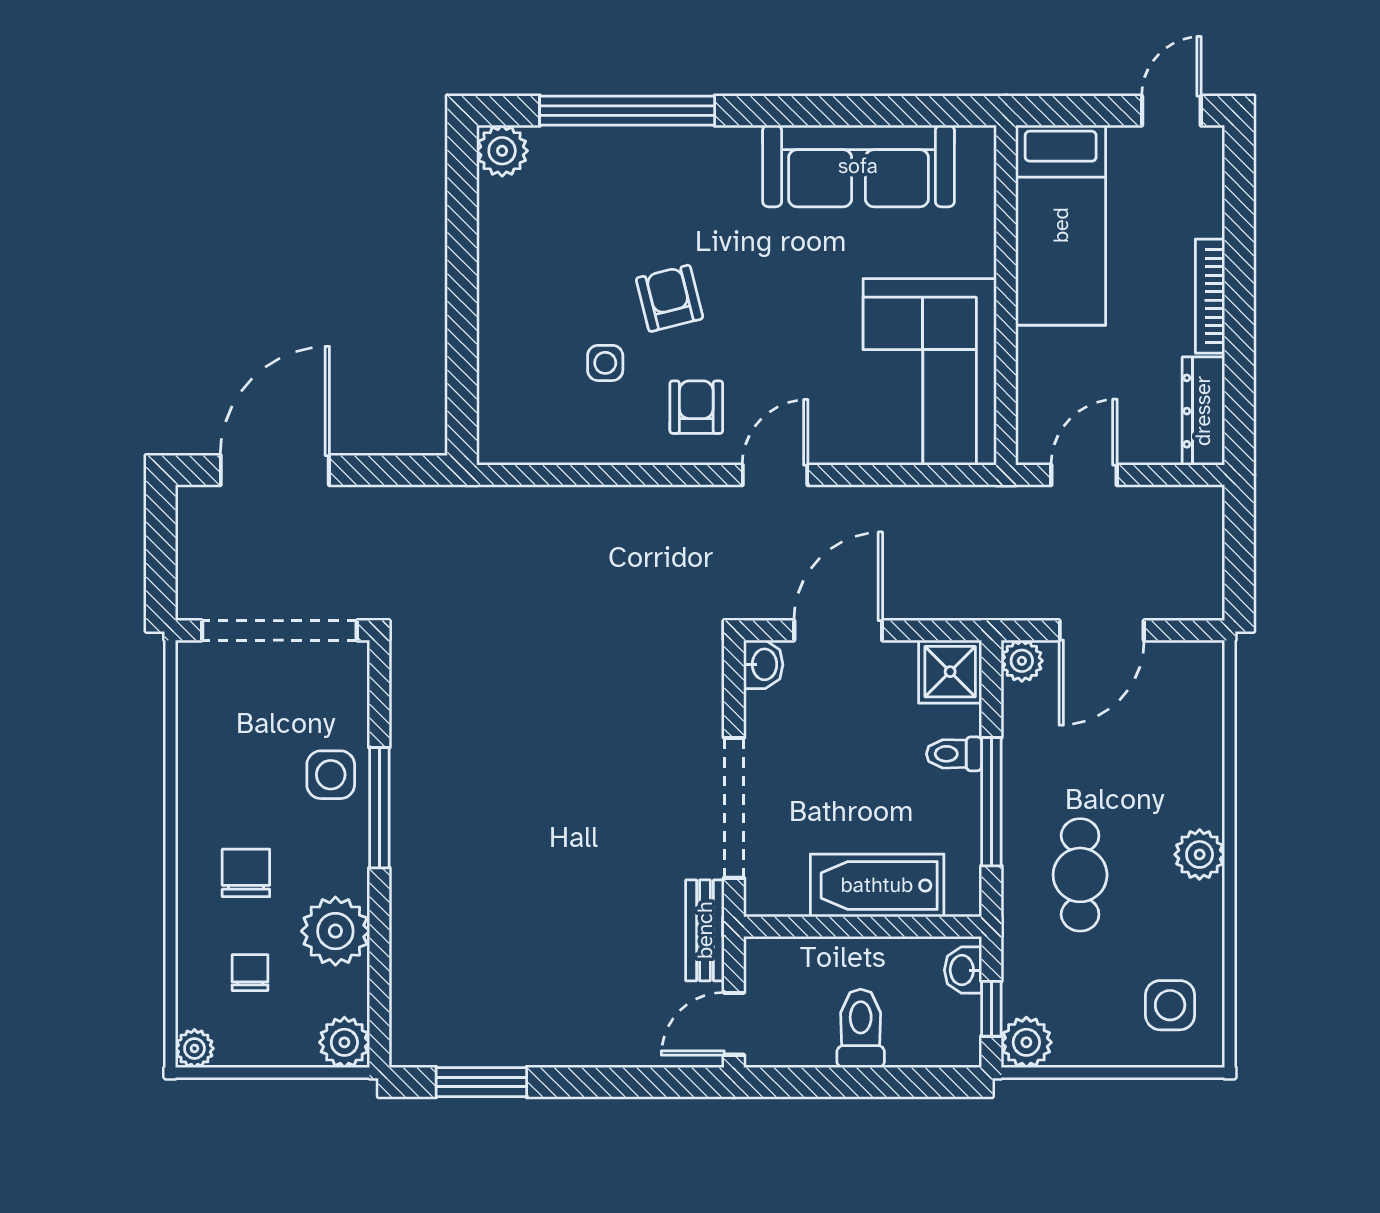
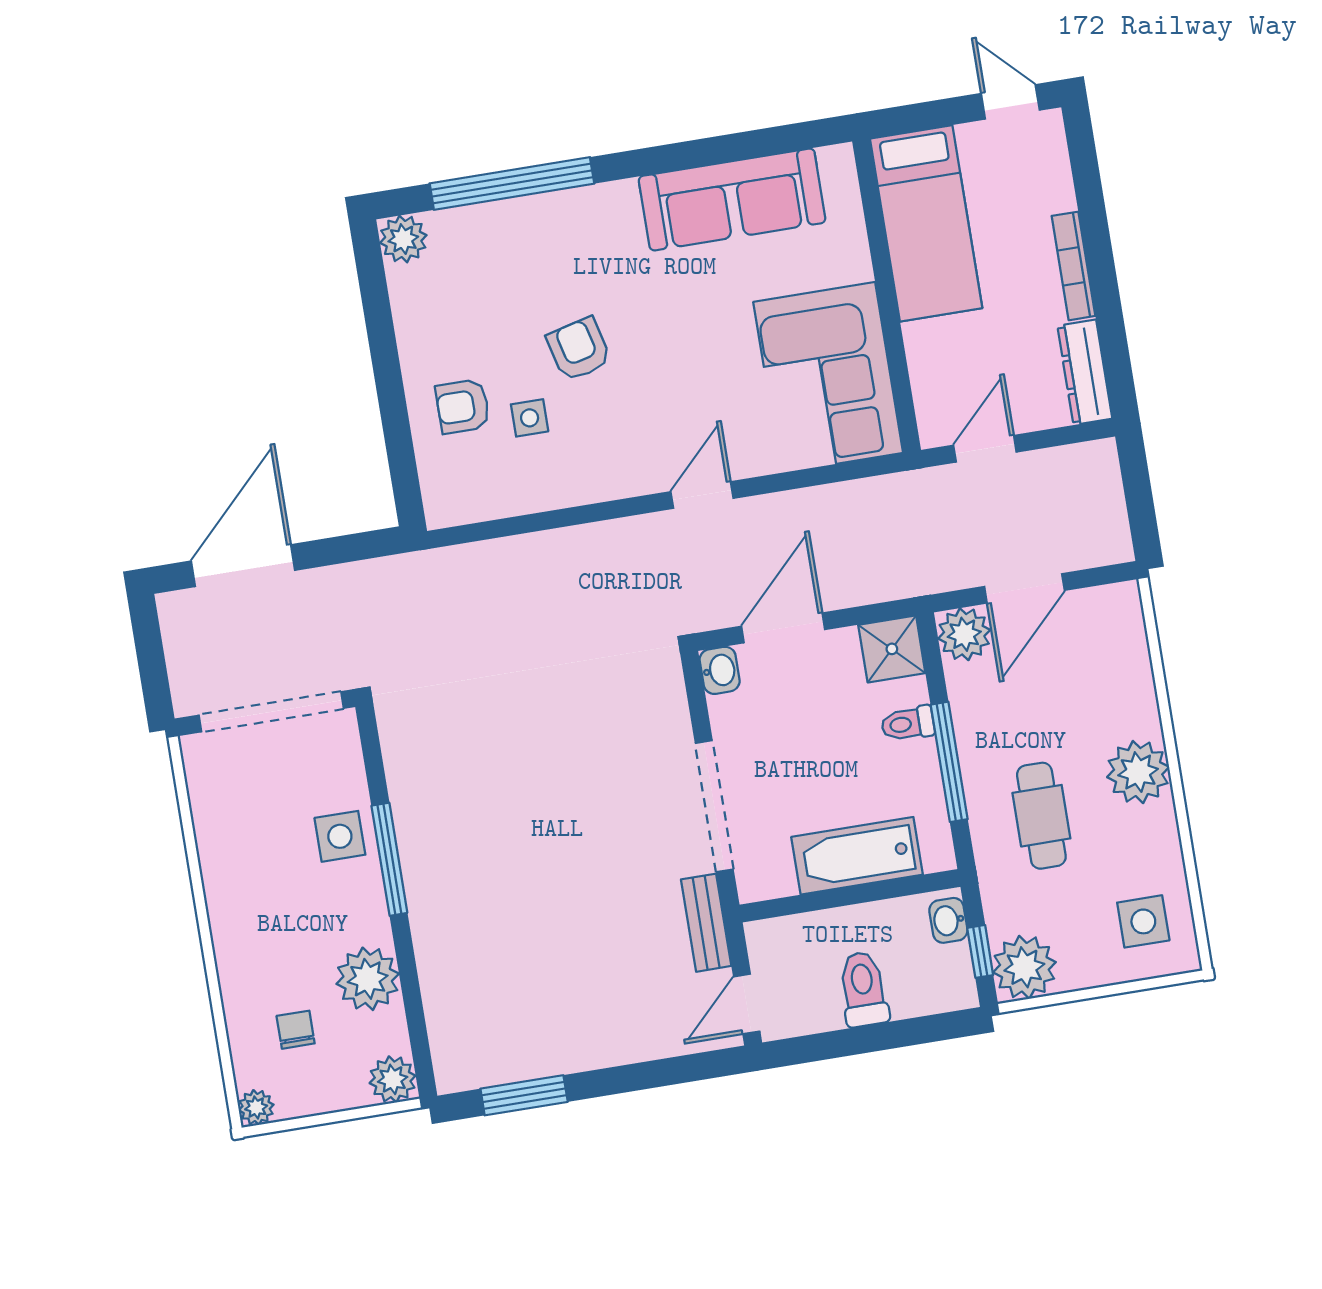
door: (1171, 111) -> (1010, 102), hinge flipped
armchair: (696, 407) -> (463, 406), moved, turned -90
plant: (1022, 661) -> (964, 634), width x1.38, depth x1.38
plant: (1200, 854) -> (1138, 772), width x1.36, depth x1.36
chair: (246, 873) -> (277, 939), removed
plant: (1026, 1042) -> (1024, 967), width x1.36, depth x1.36

